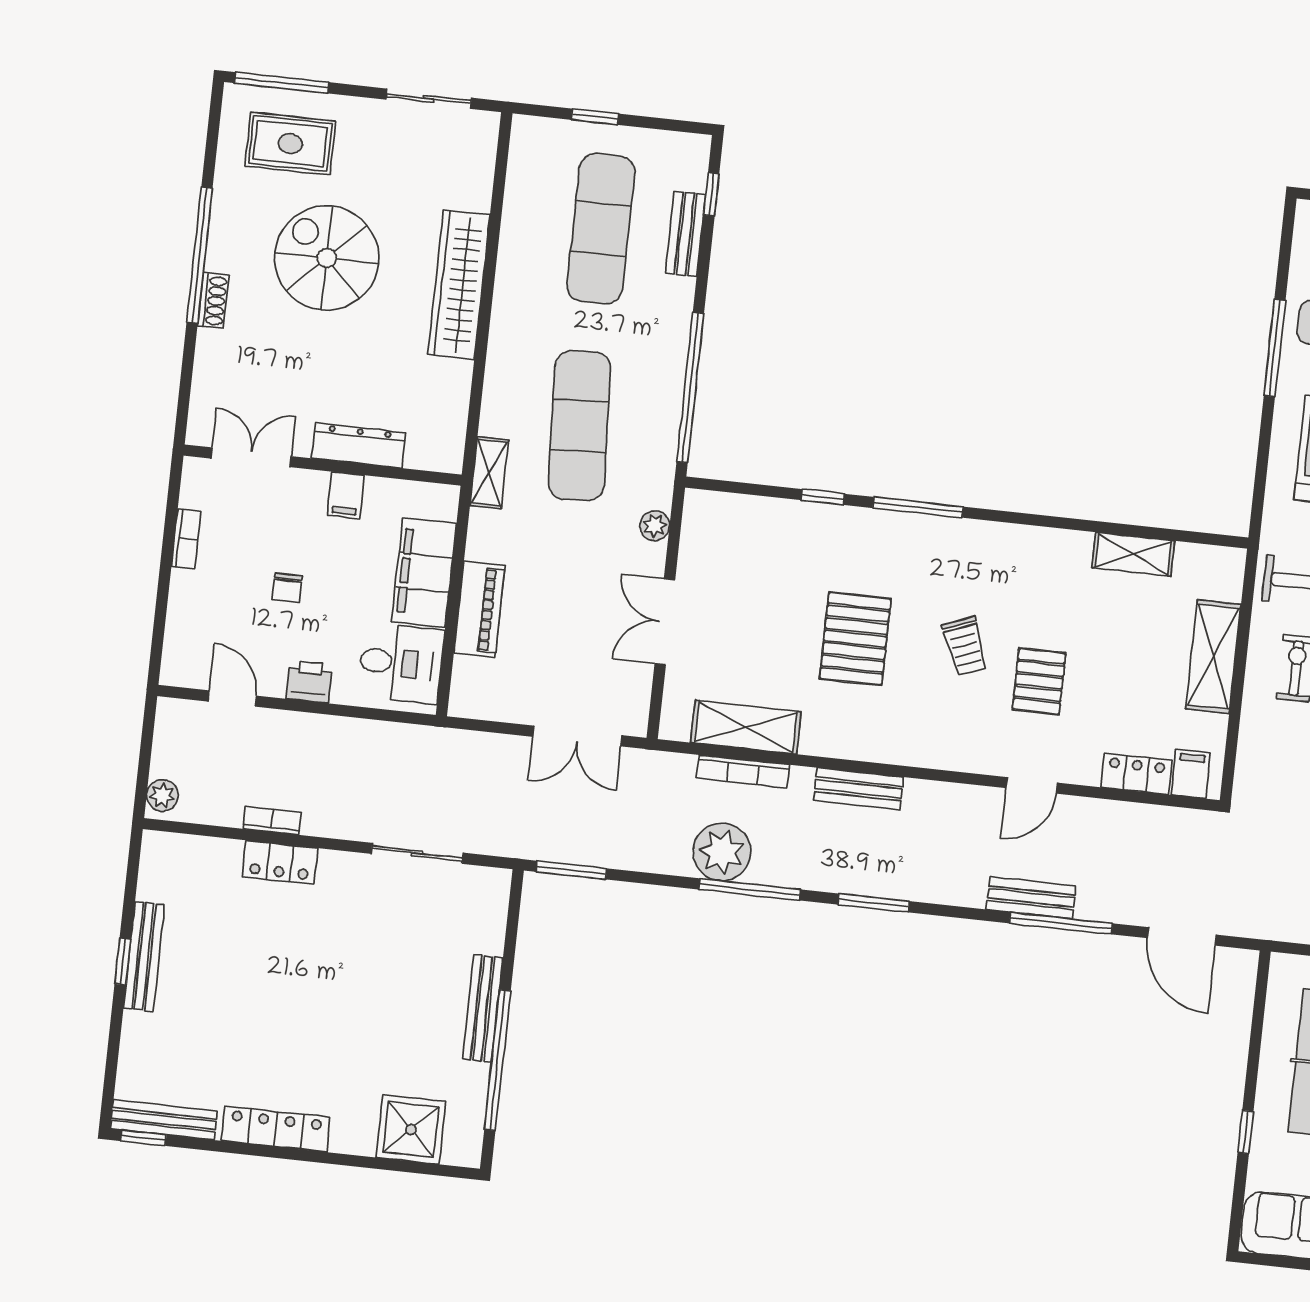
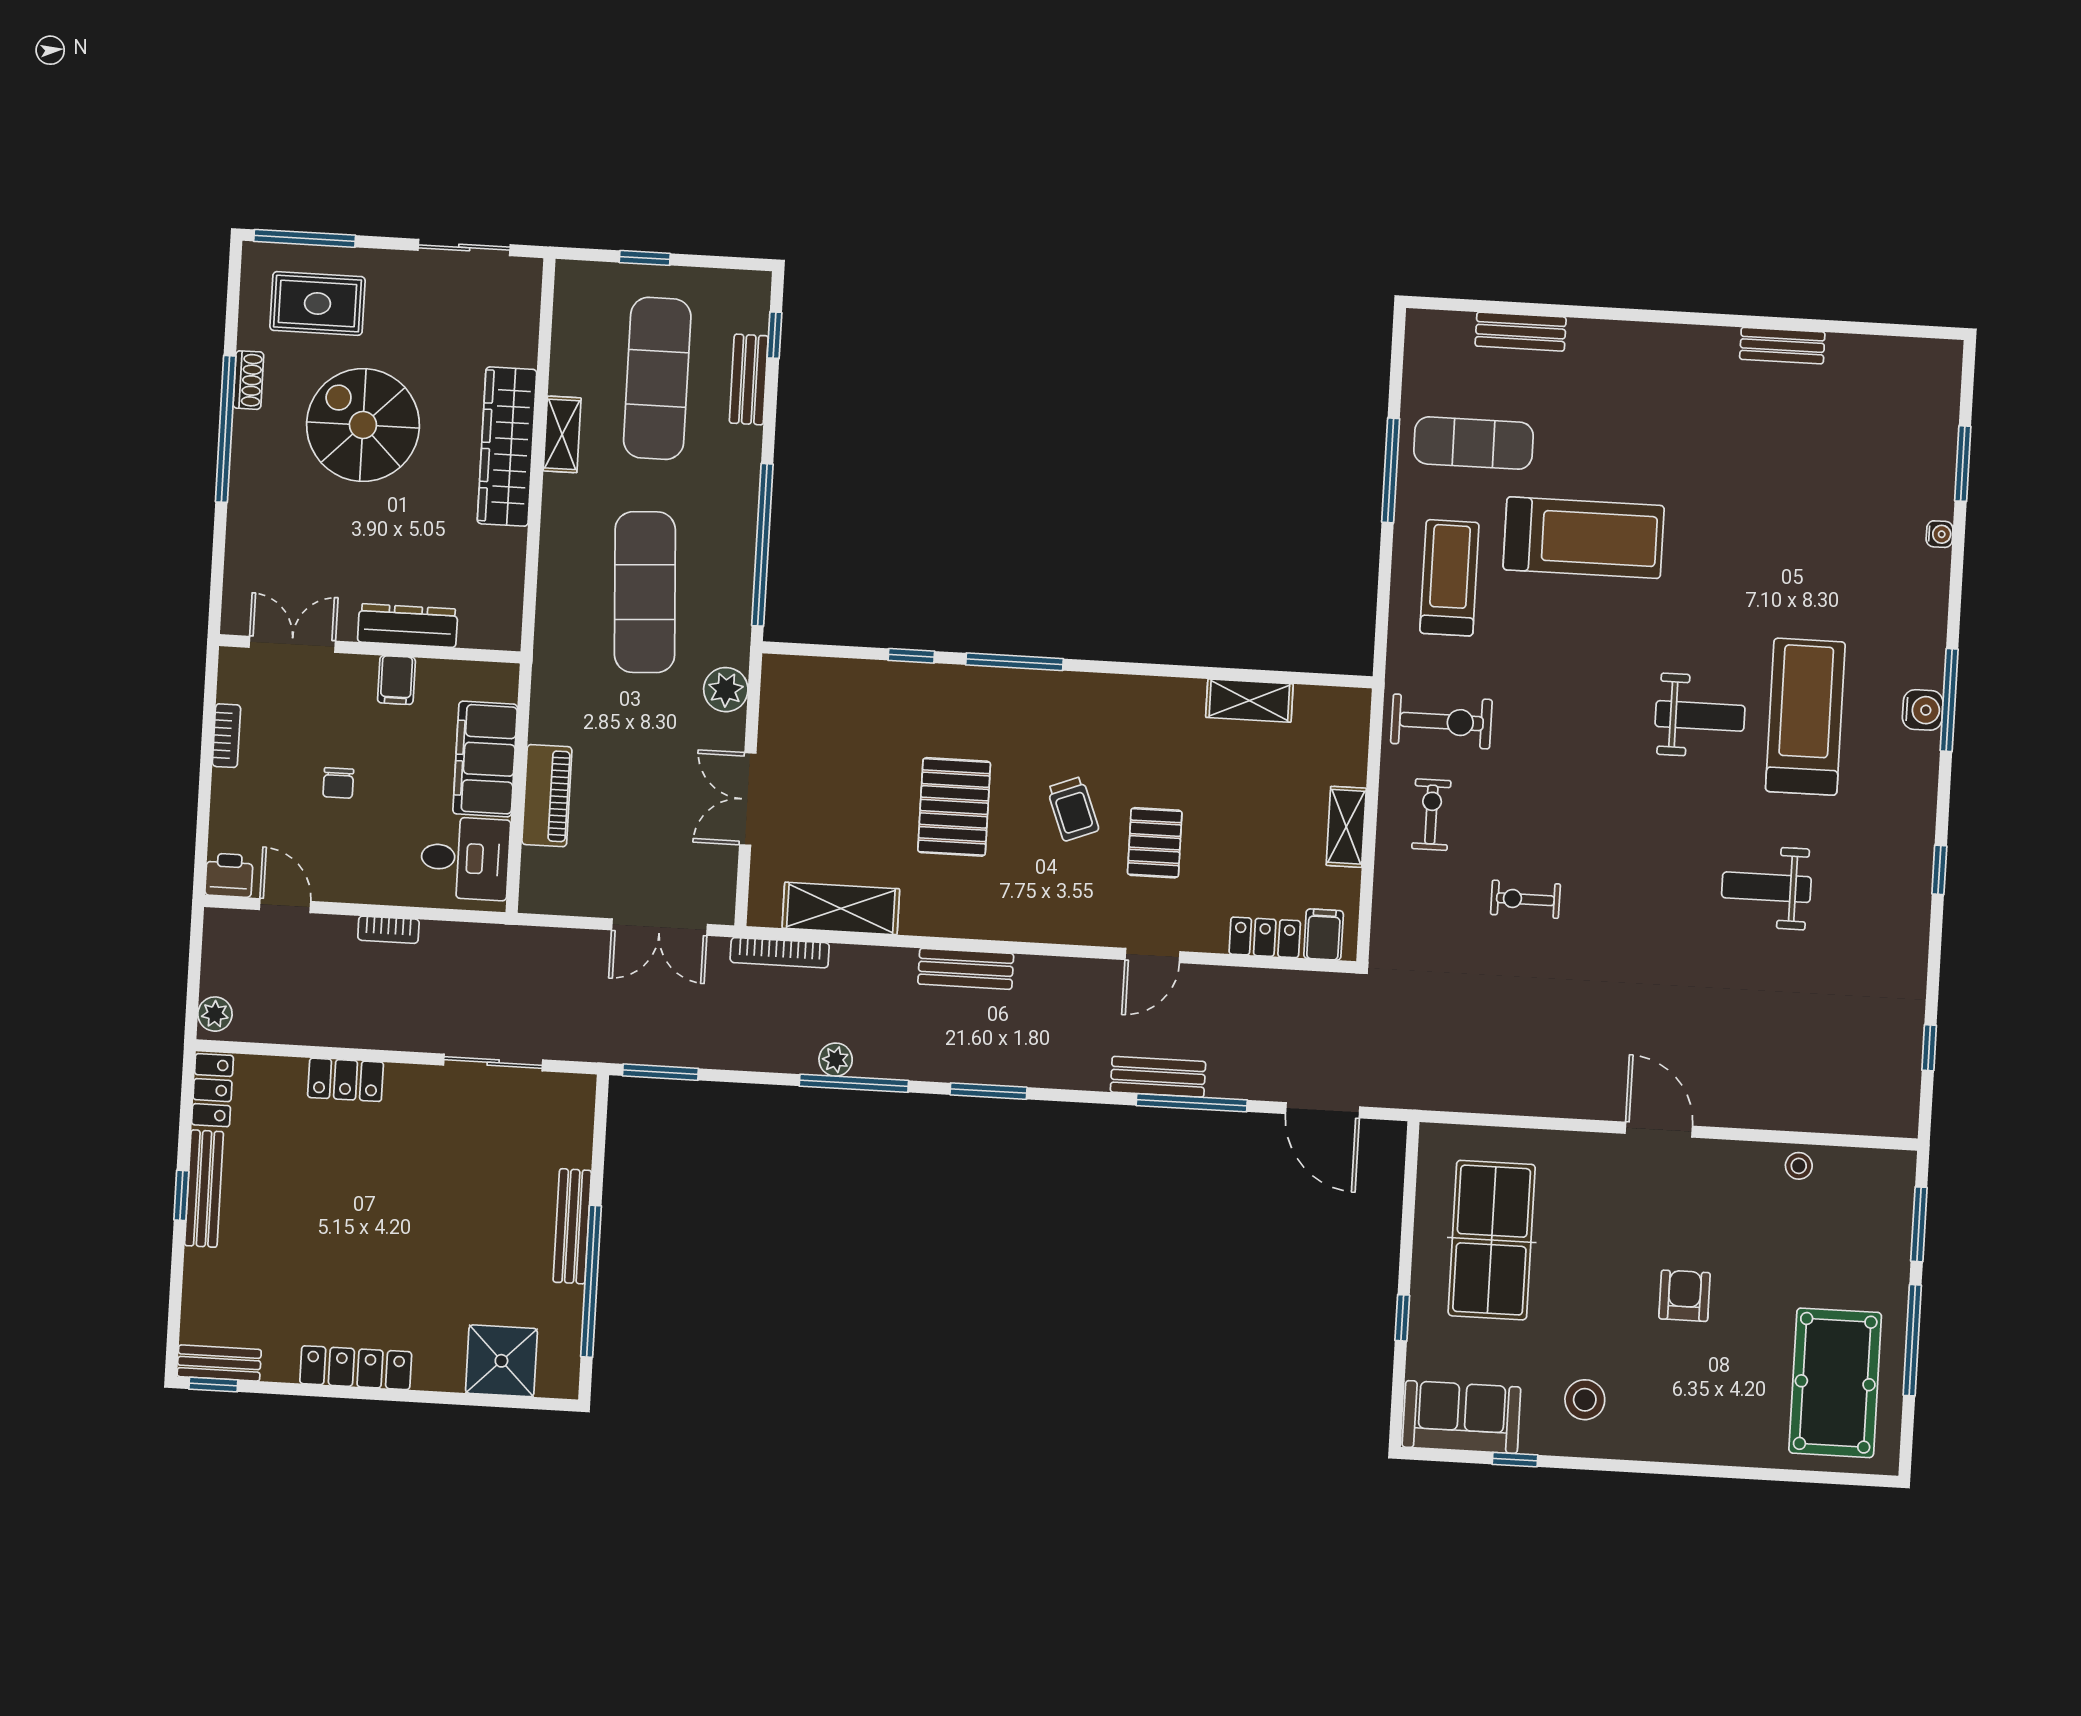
shoe rack: (213, 301) -> (248, 380), moved
shelving: (489, 473) -> (562, 434), moved
plant: (655, 526) -> (726, 690), width x1.38, depth x1.38
shelving: (1213, 657) -> (1346, 827), width x0.67, depth x0.75
printer: (309, 682) -> (229, 875), moved
bookcase: (743, 771) -> (780, 953), moved
bookcase: (272, 821) -> (388, 930), moved, turned 180
plant: (722, 852) -> (836, 1060), width x0.53, depth x0.53
locker: (157, 866) -> (213, 1090), added
bench: (164, 1120) -> (219, 1363), width x0.73

